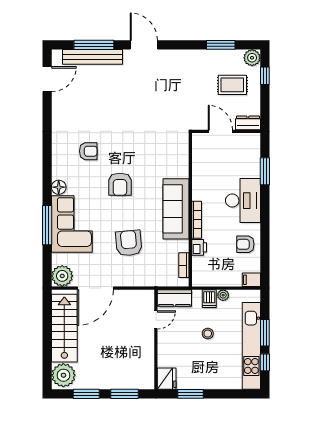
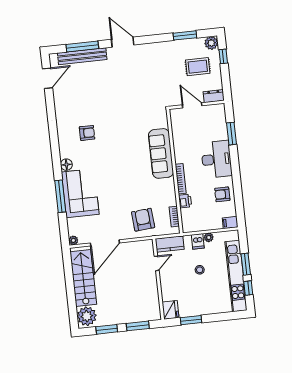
armchair: (120, 184) -> (116, 157), removed
sofa: (176, 209) -> (161, 153), moved
armchair: (129, 243) -> (143, 220), moved
plant: (62, 276) -> (73, 240), width x0.53, depth x0.53

